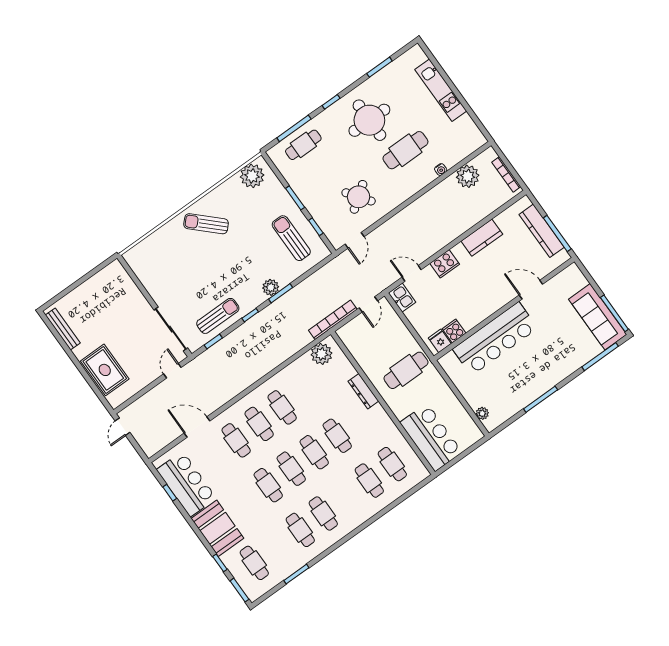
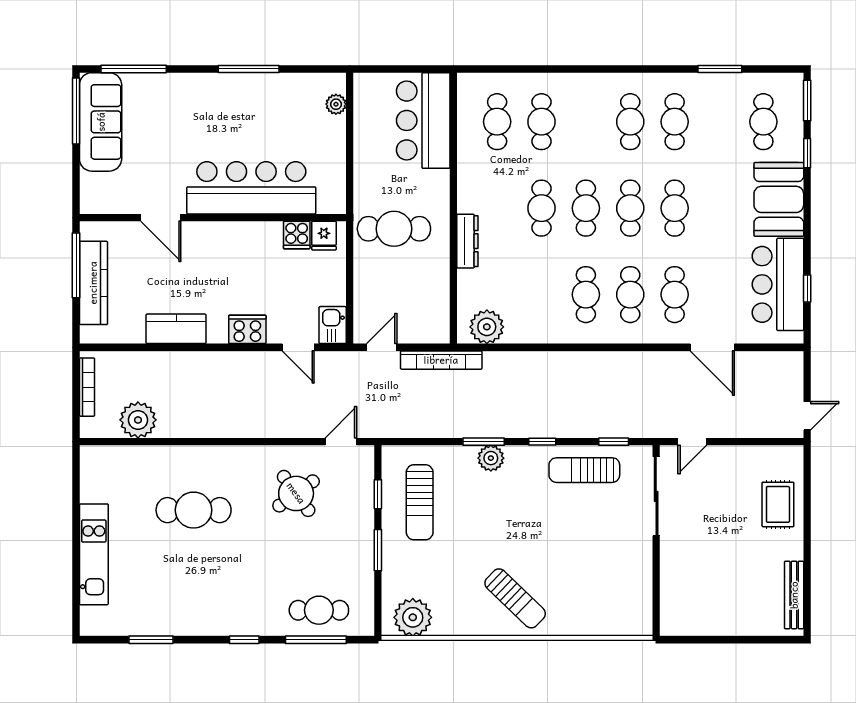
round table: (369, 120) -> (212, 581), removed
water cooler: (441, 170) -> (166, 453), removed
rug: (105, 370) -> (778, 504), width x0.73, depth x0.70

